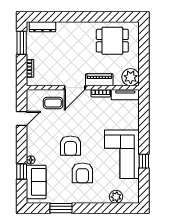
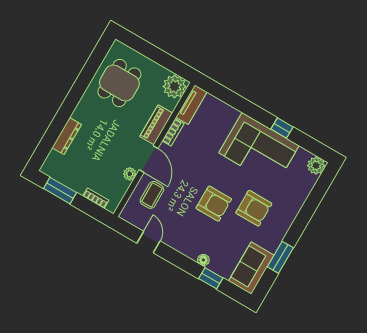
dresser: (42, 27) -> (67, 136), moved
plant: (58, 81) -> (130, 174), added
sofa: (36, 182) -> (251, 268), moved, turned -90
plant: (116, 197) -> (316, 166), moved

